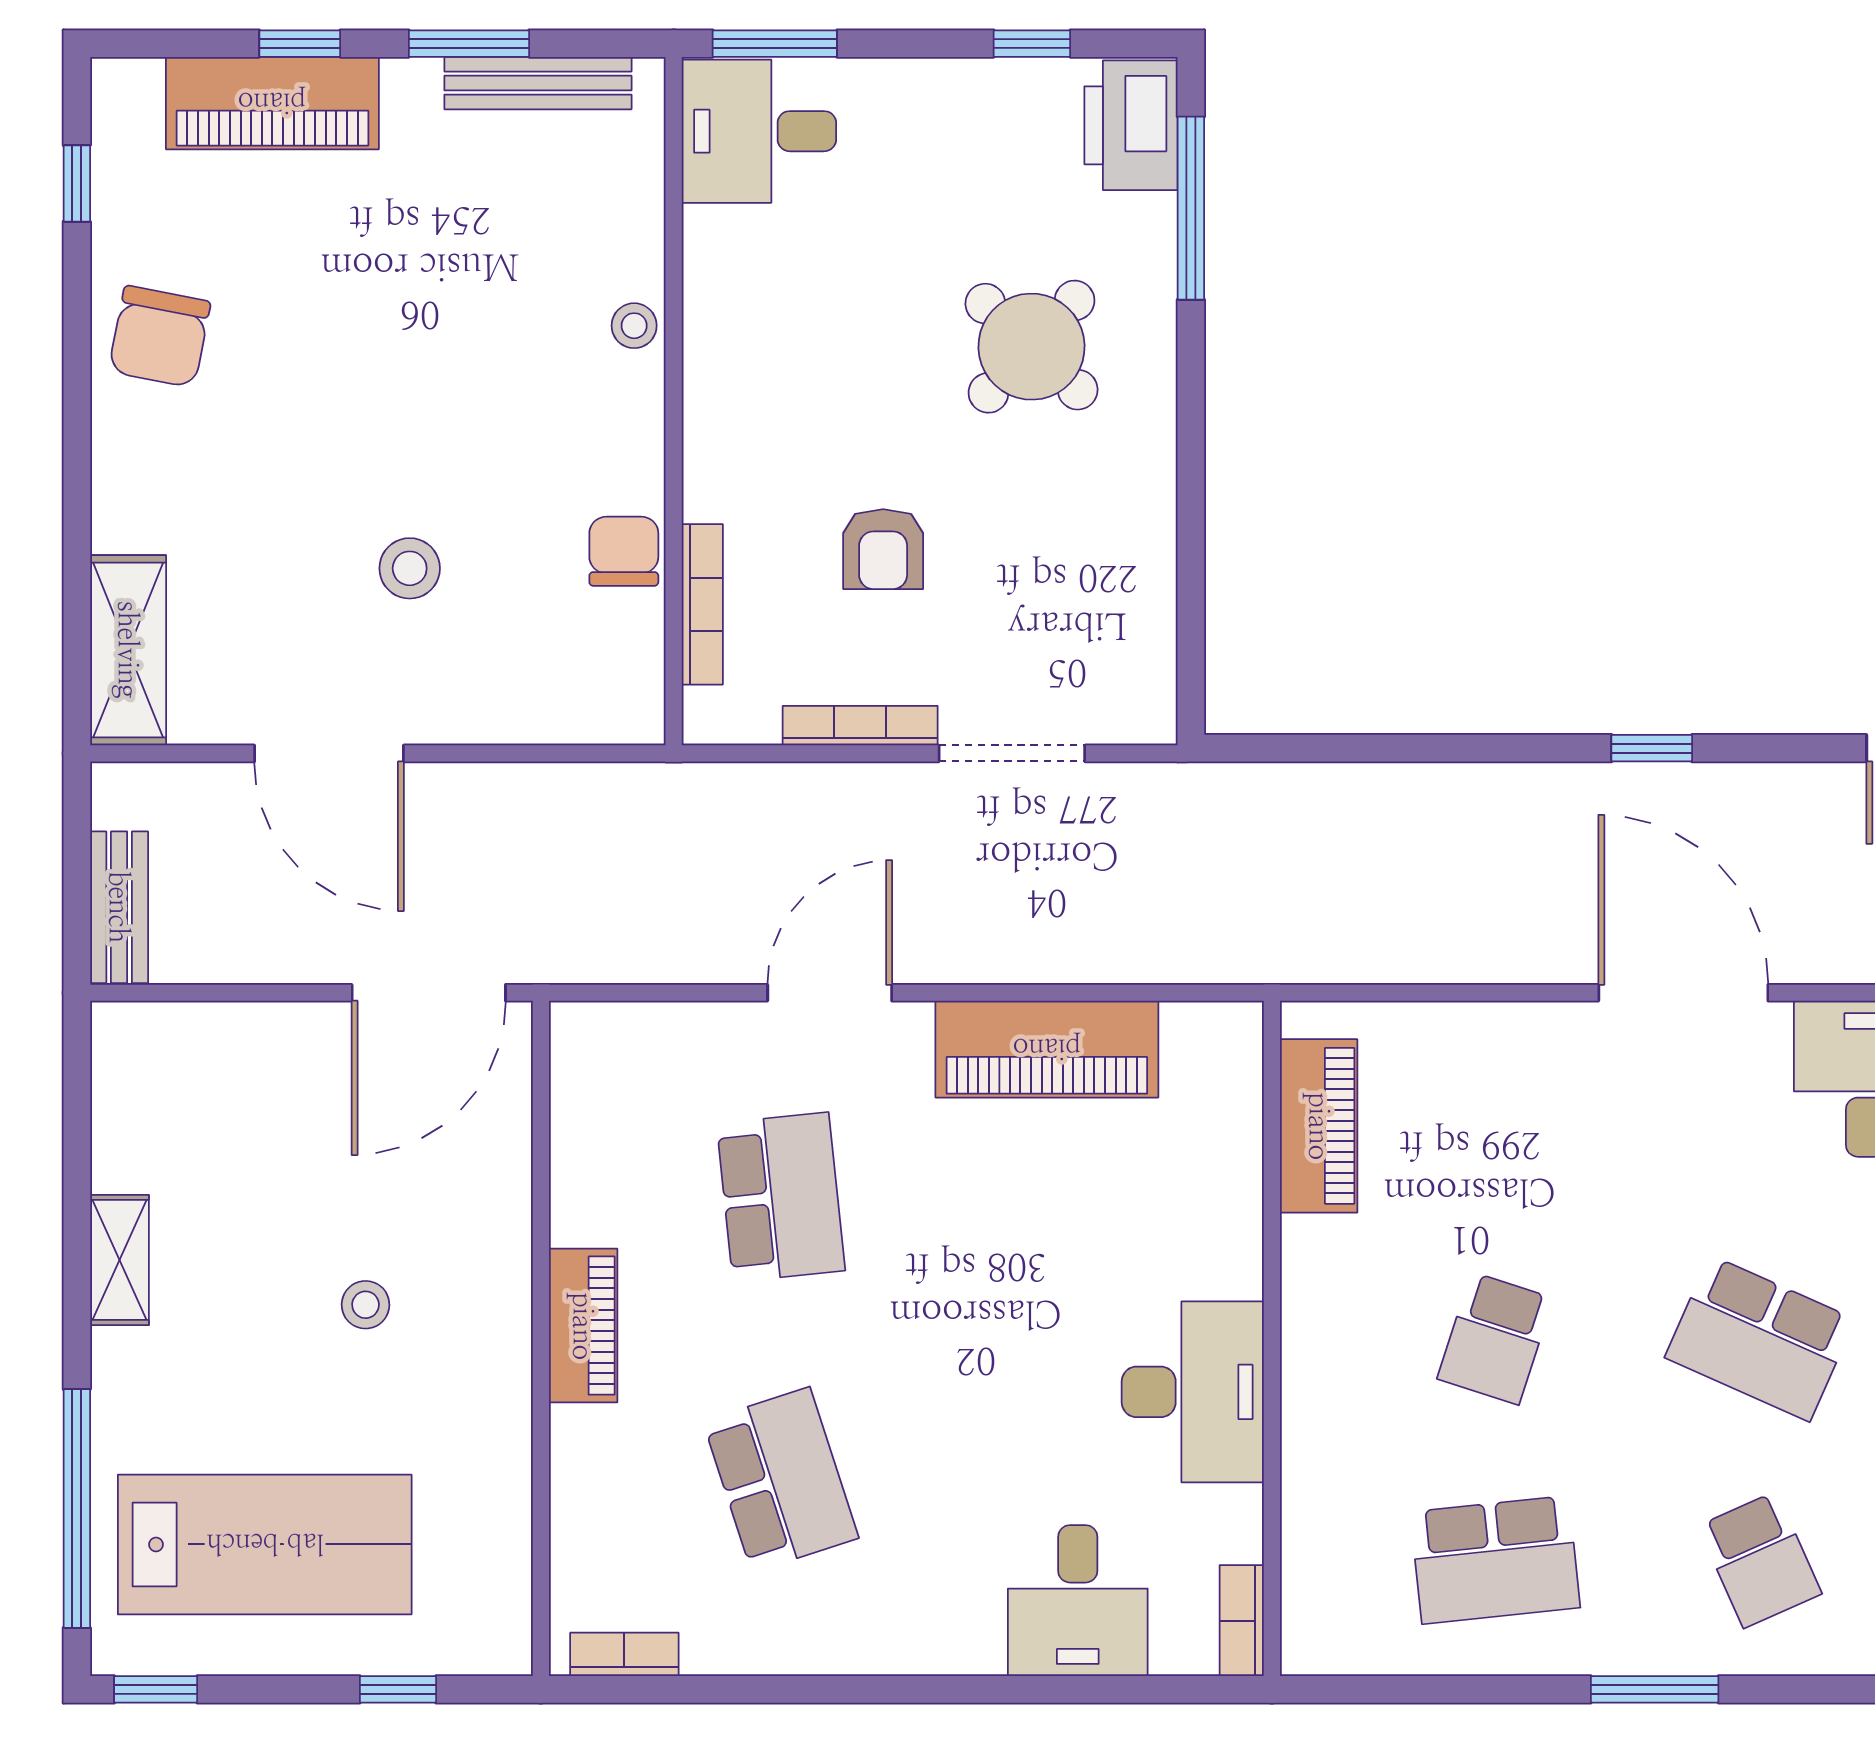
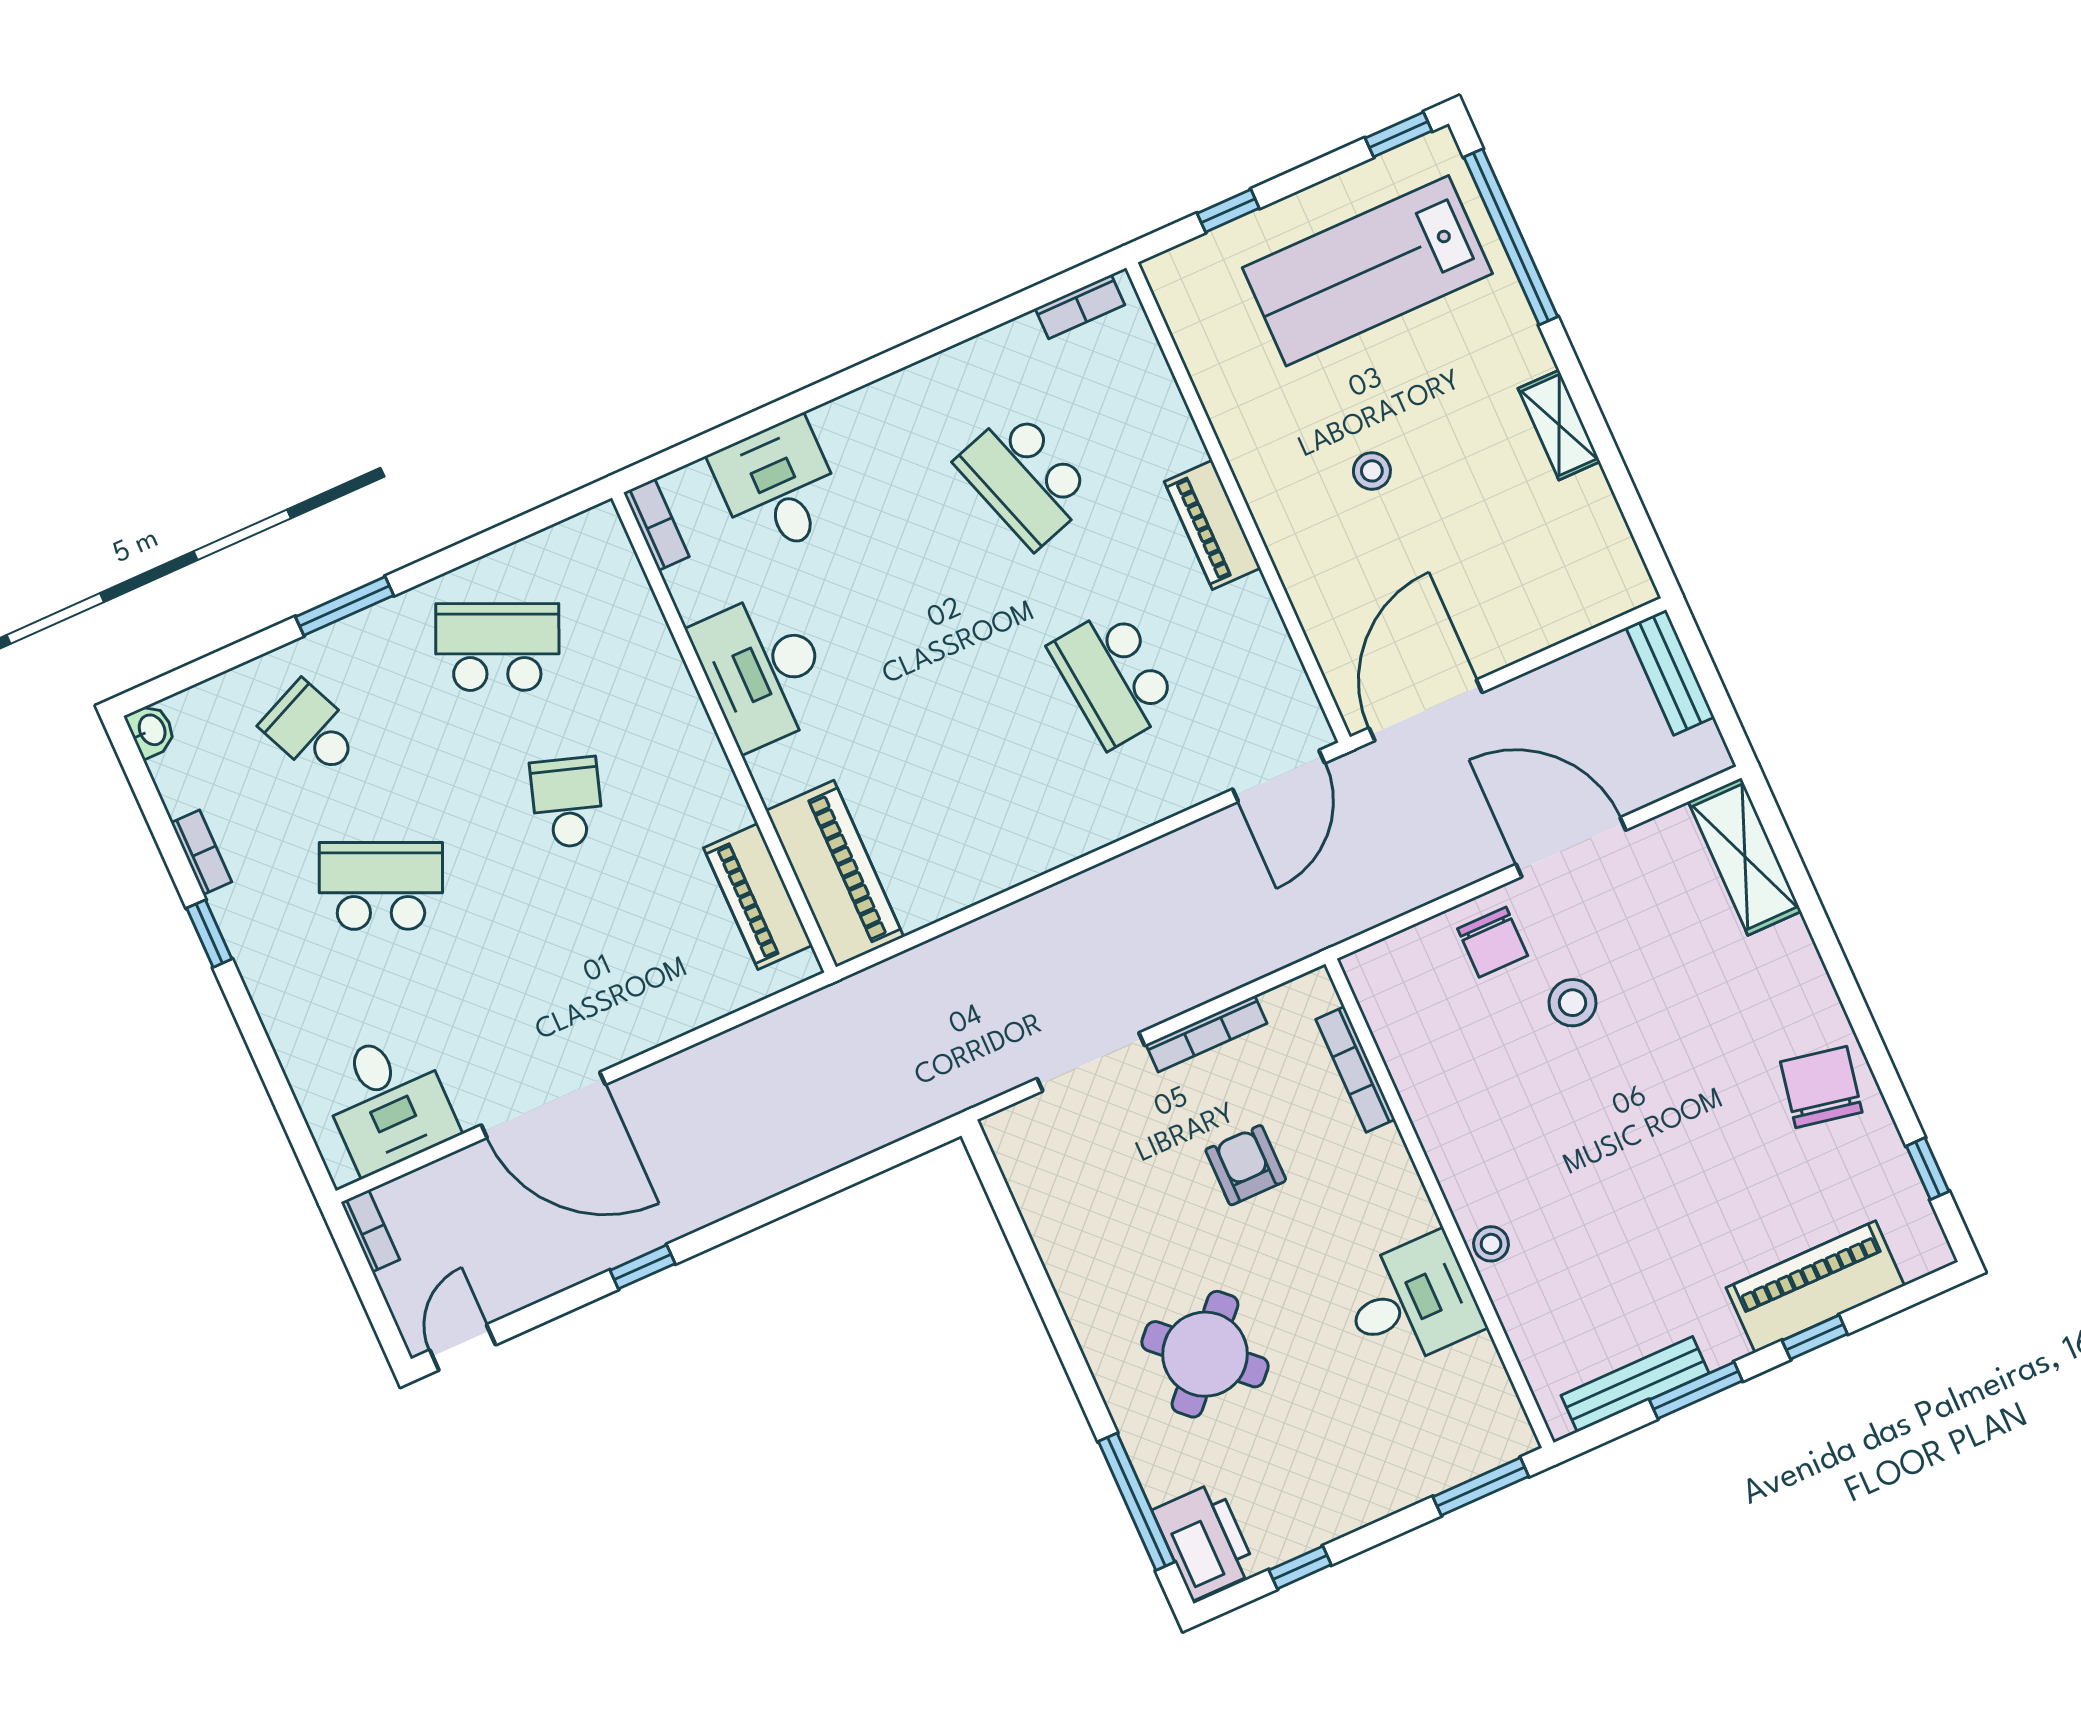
desk: (759, 131) -> (1412, 1302), moved
chair: (624, 551) -> (1493, 942), moved
door: (830, 993) -> (1279, 776), moved
piano: (1047, 1049) -> (835, 874), moved, turned 90
school desk: (1495, 1560) -> (497, 647), turned 30

